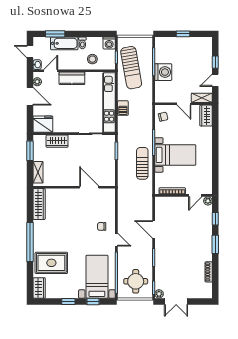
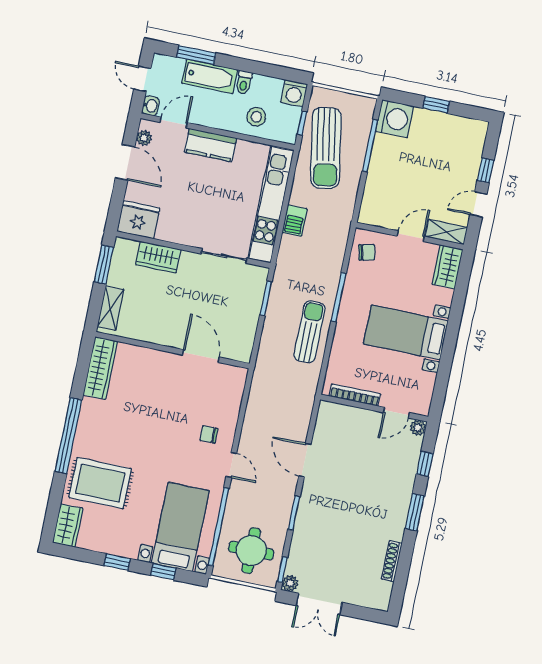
washing machine: (163, 72) -> (395, 119), moved
door: (184, 104) -> (411, 236), swing flipped
bed with nightstands: (175, 155) -> (406, 332), moved, turned 180

